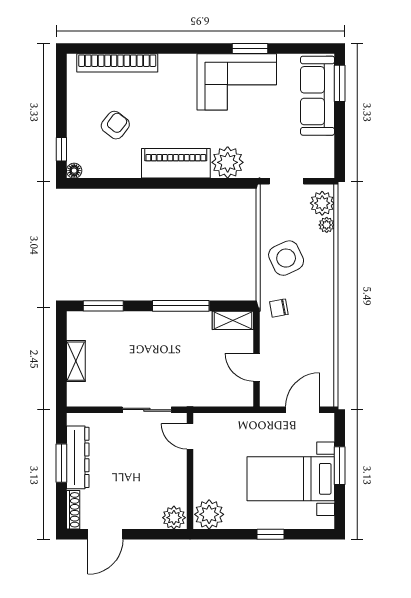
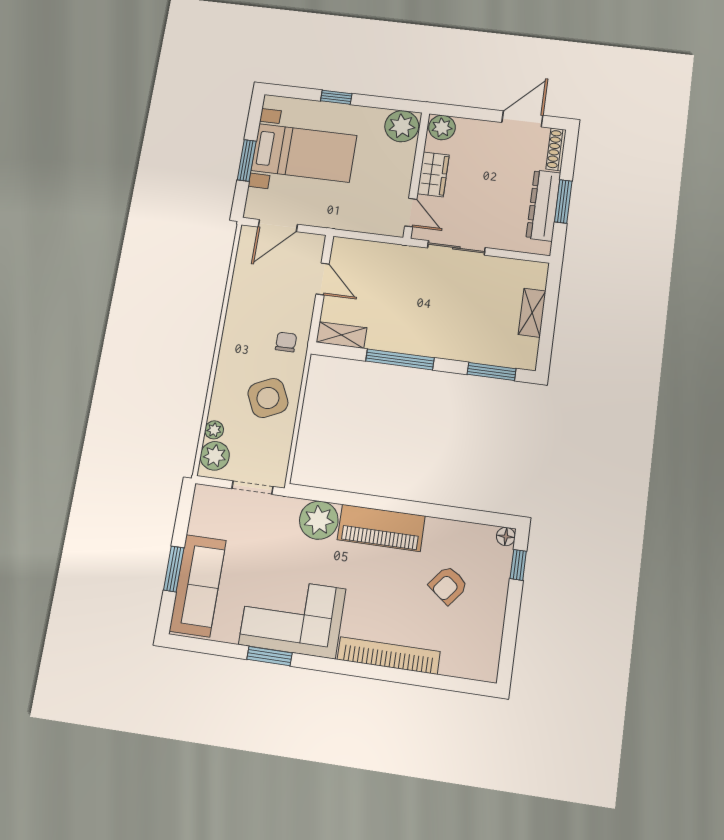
bookcase: (117, 63) -> (389, 656), moved
window: (340, 83) -> (174, 569), moved
chair: (279, 308) -> (286, 342), turned -80
wardrobe: (176, 473) -> (433, 174), added

